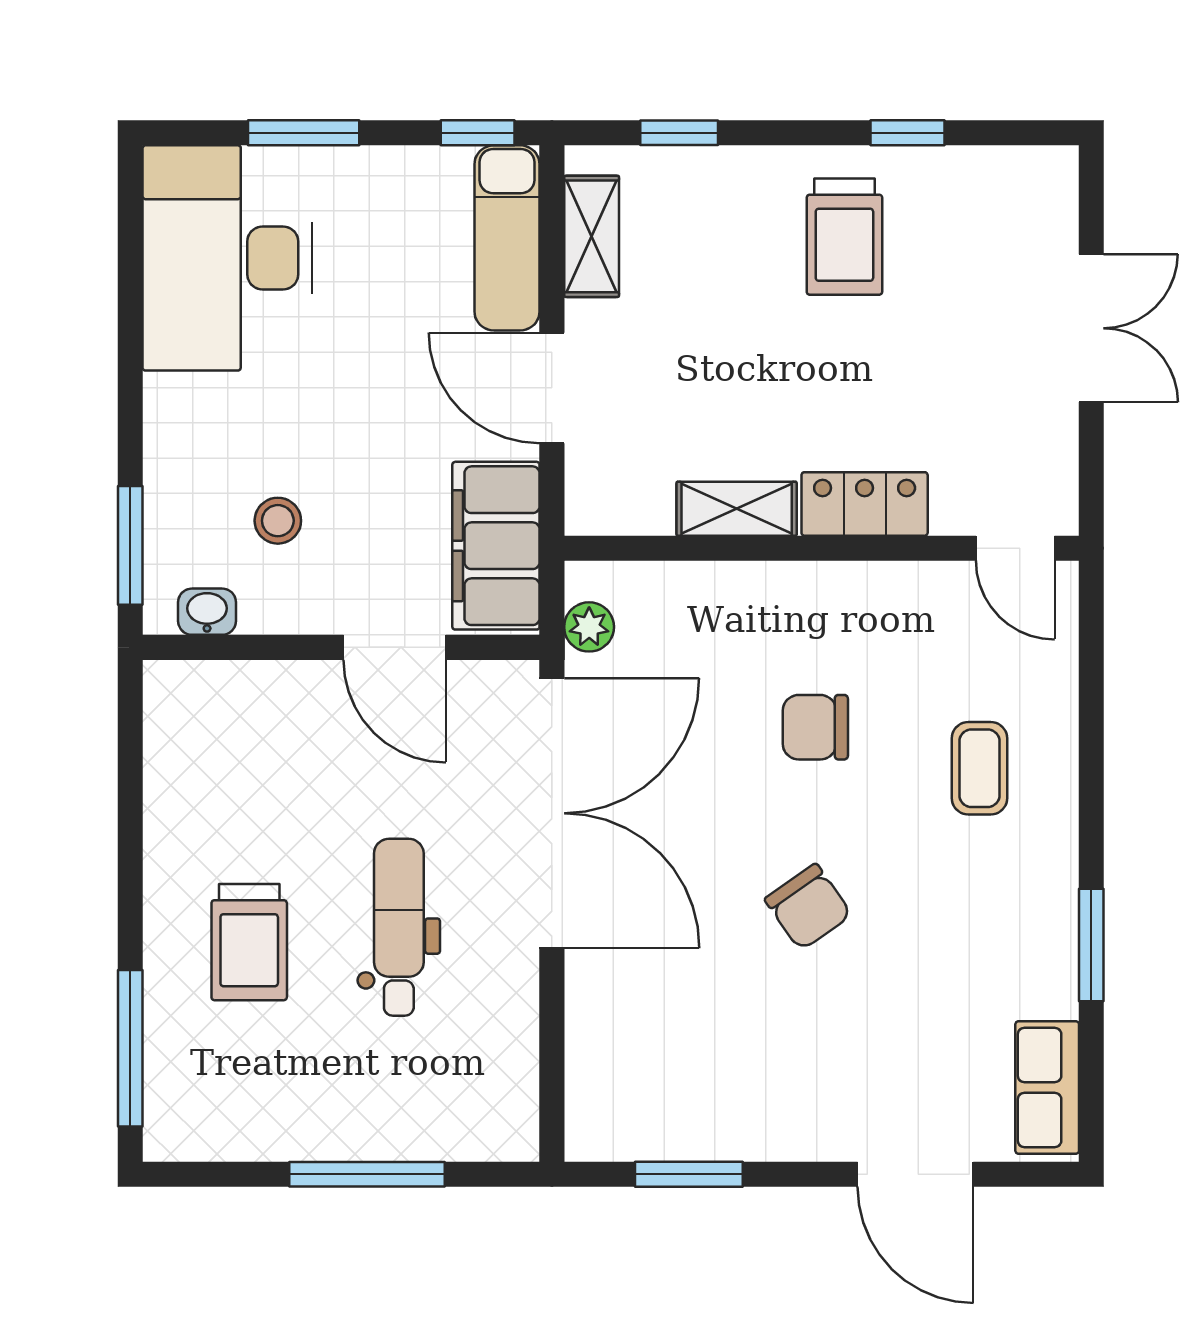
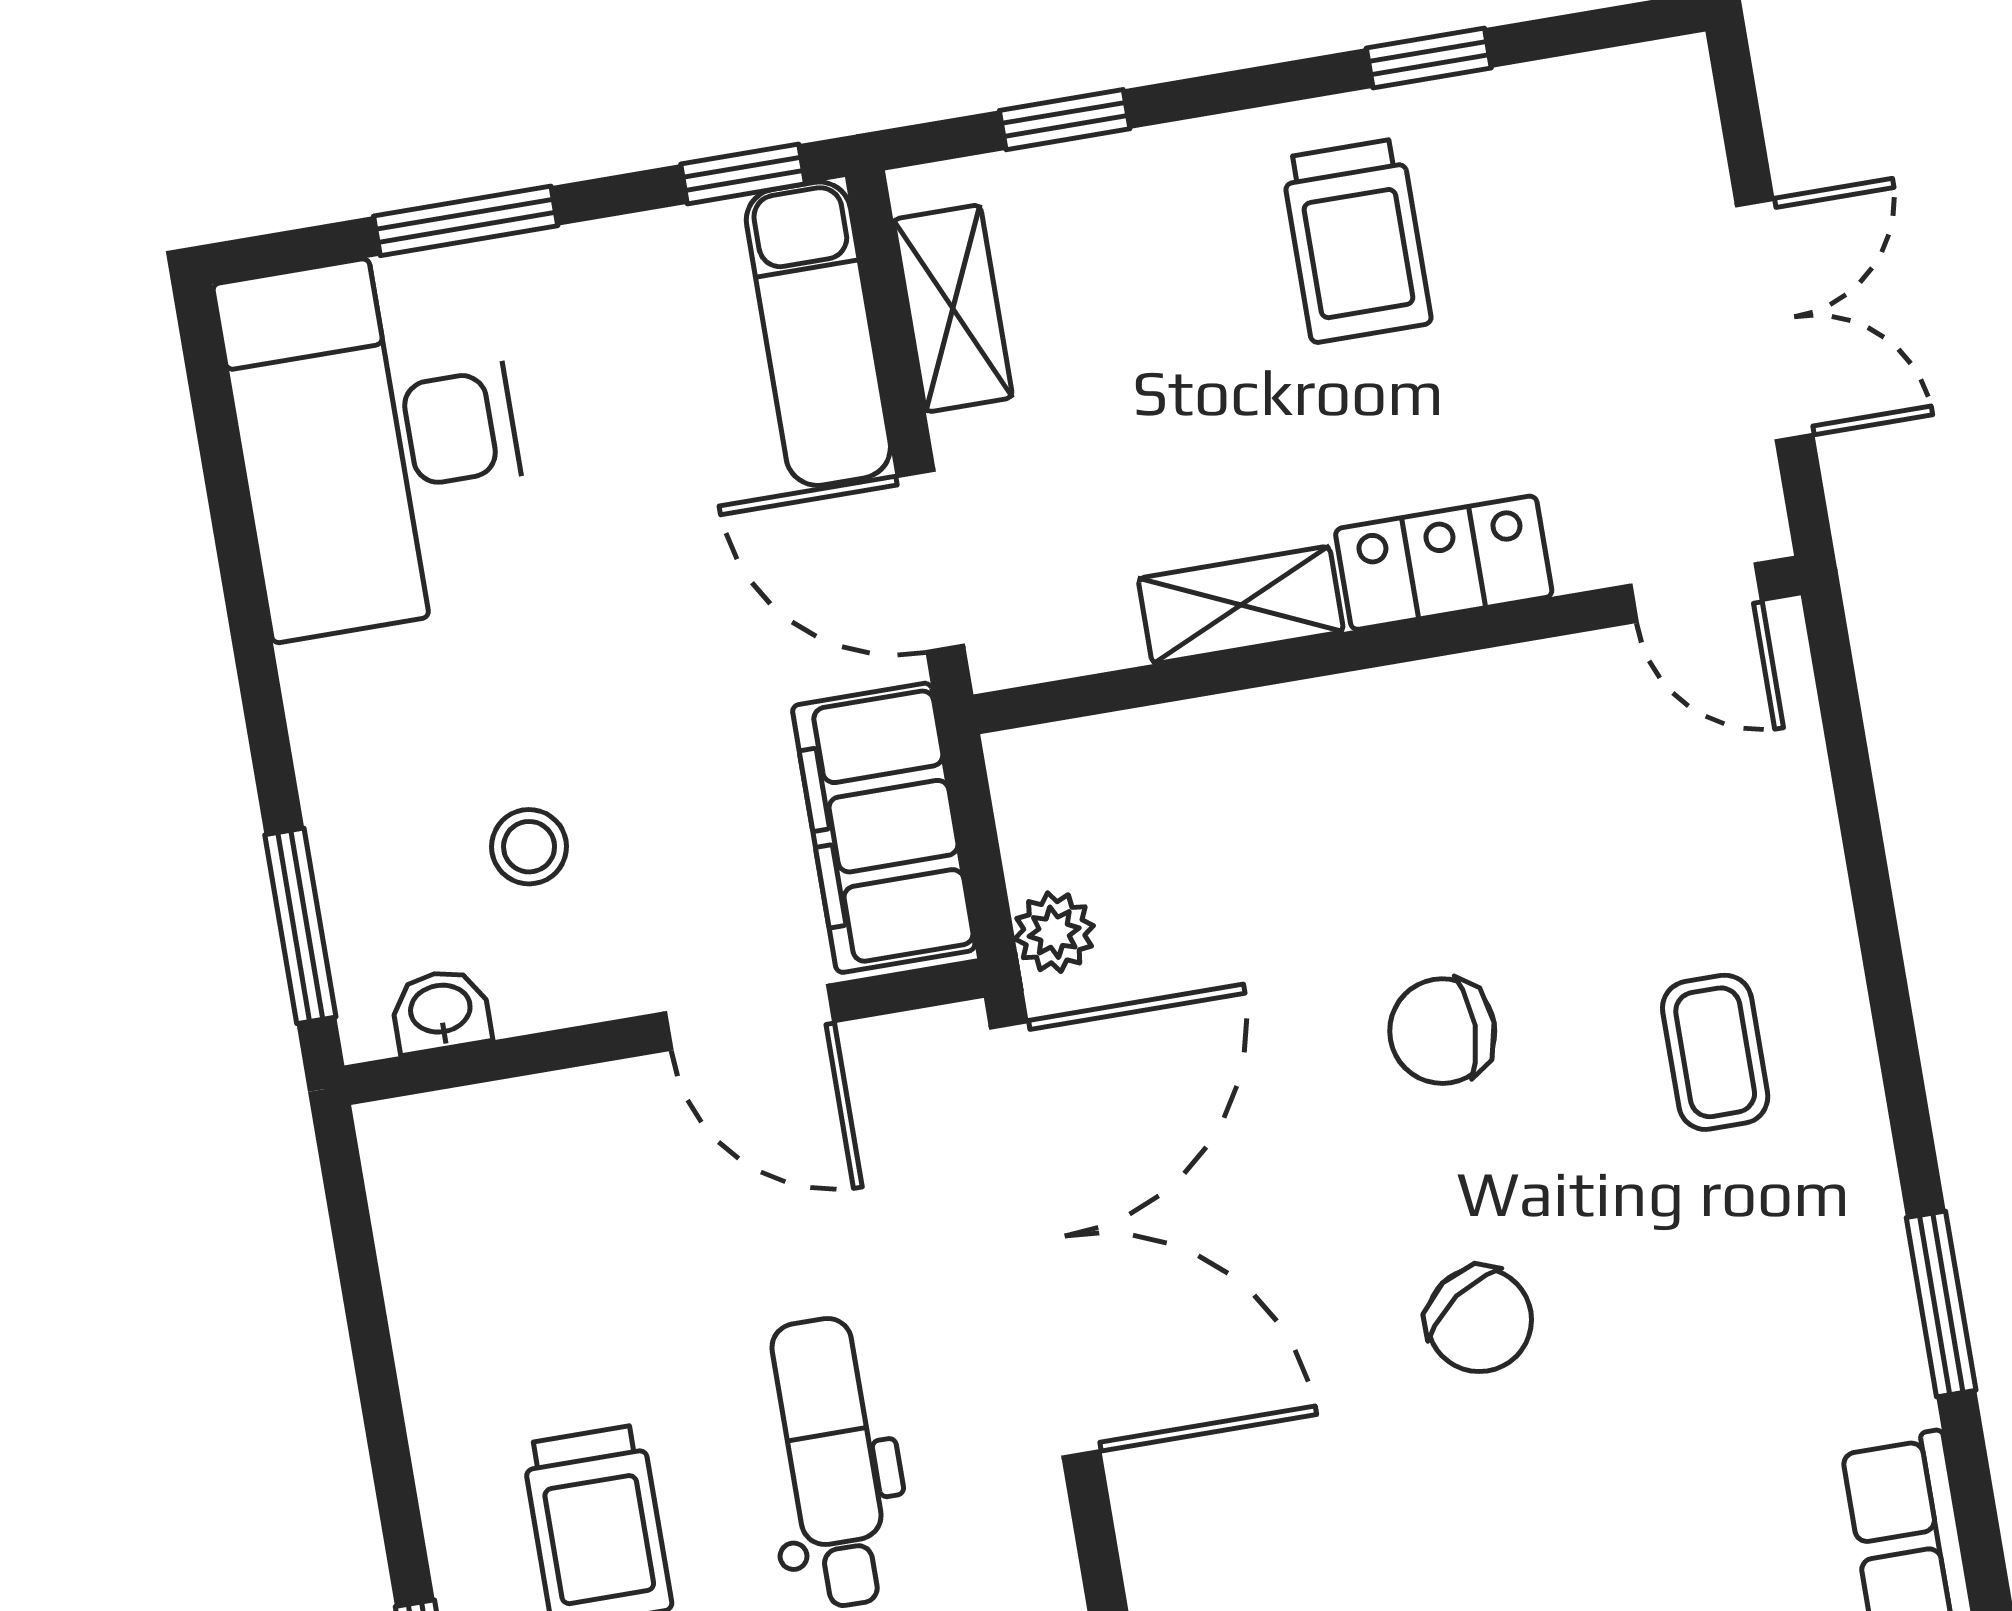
locker: (865, 504) -> (1444, 563), moved
shelving: (737, 509) -> (1241, 605), moved
wall: (822, 548) -> (1387, 645), moved
door: (1015, 548) -> (1696, 593), moved

